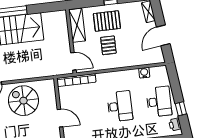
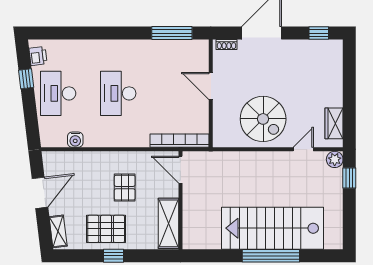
pallet: (107, 21) -> (106, 229), moved

